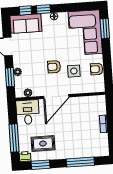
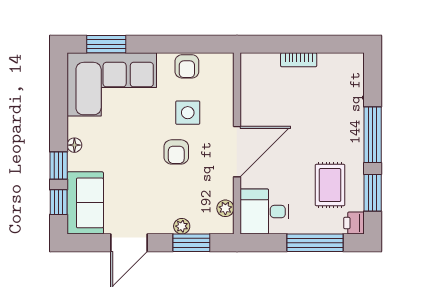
door: (56, 97) -> (237, 152), hinge flipped
window: (80, 162) -> (373, 135), moved

